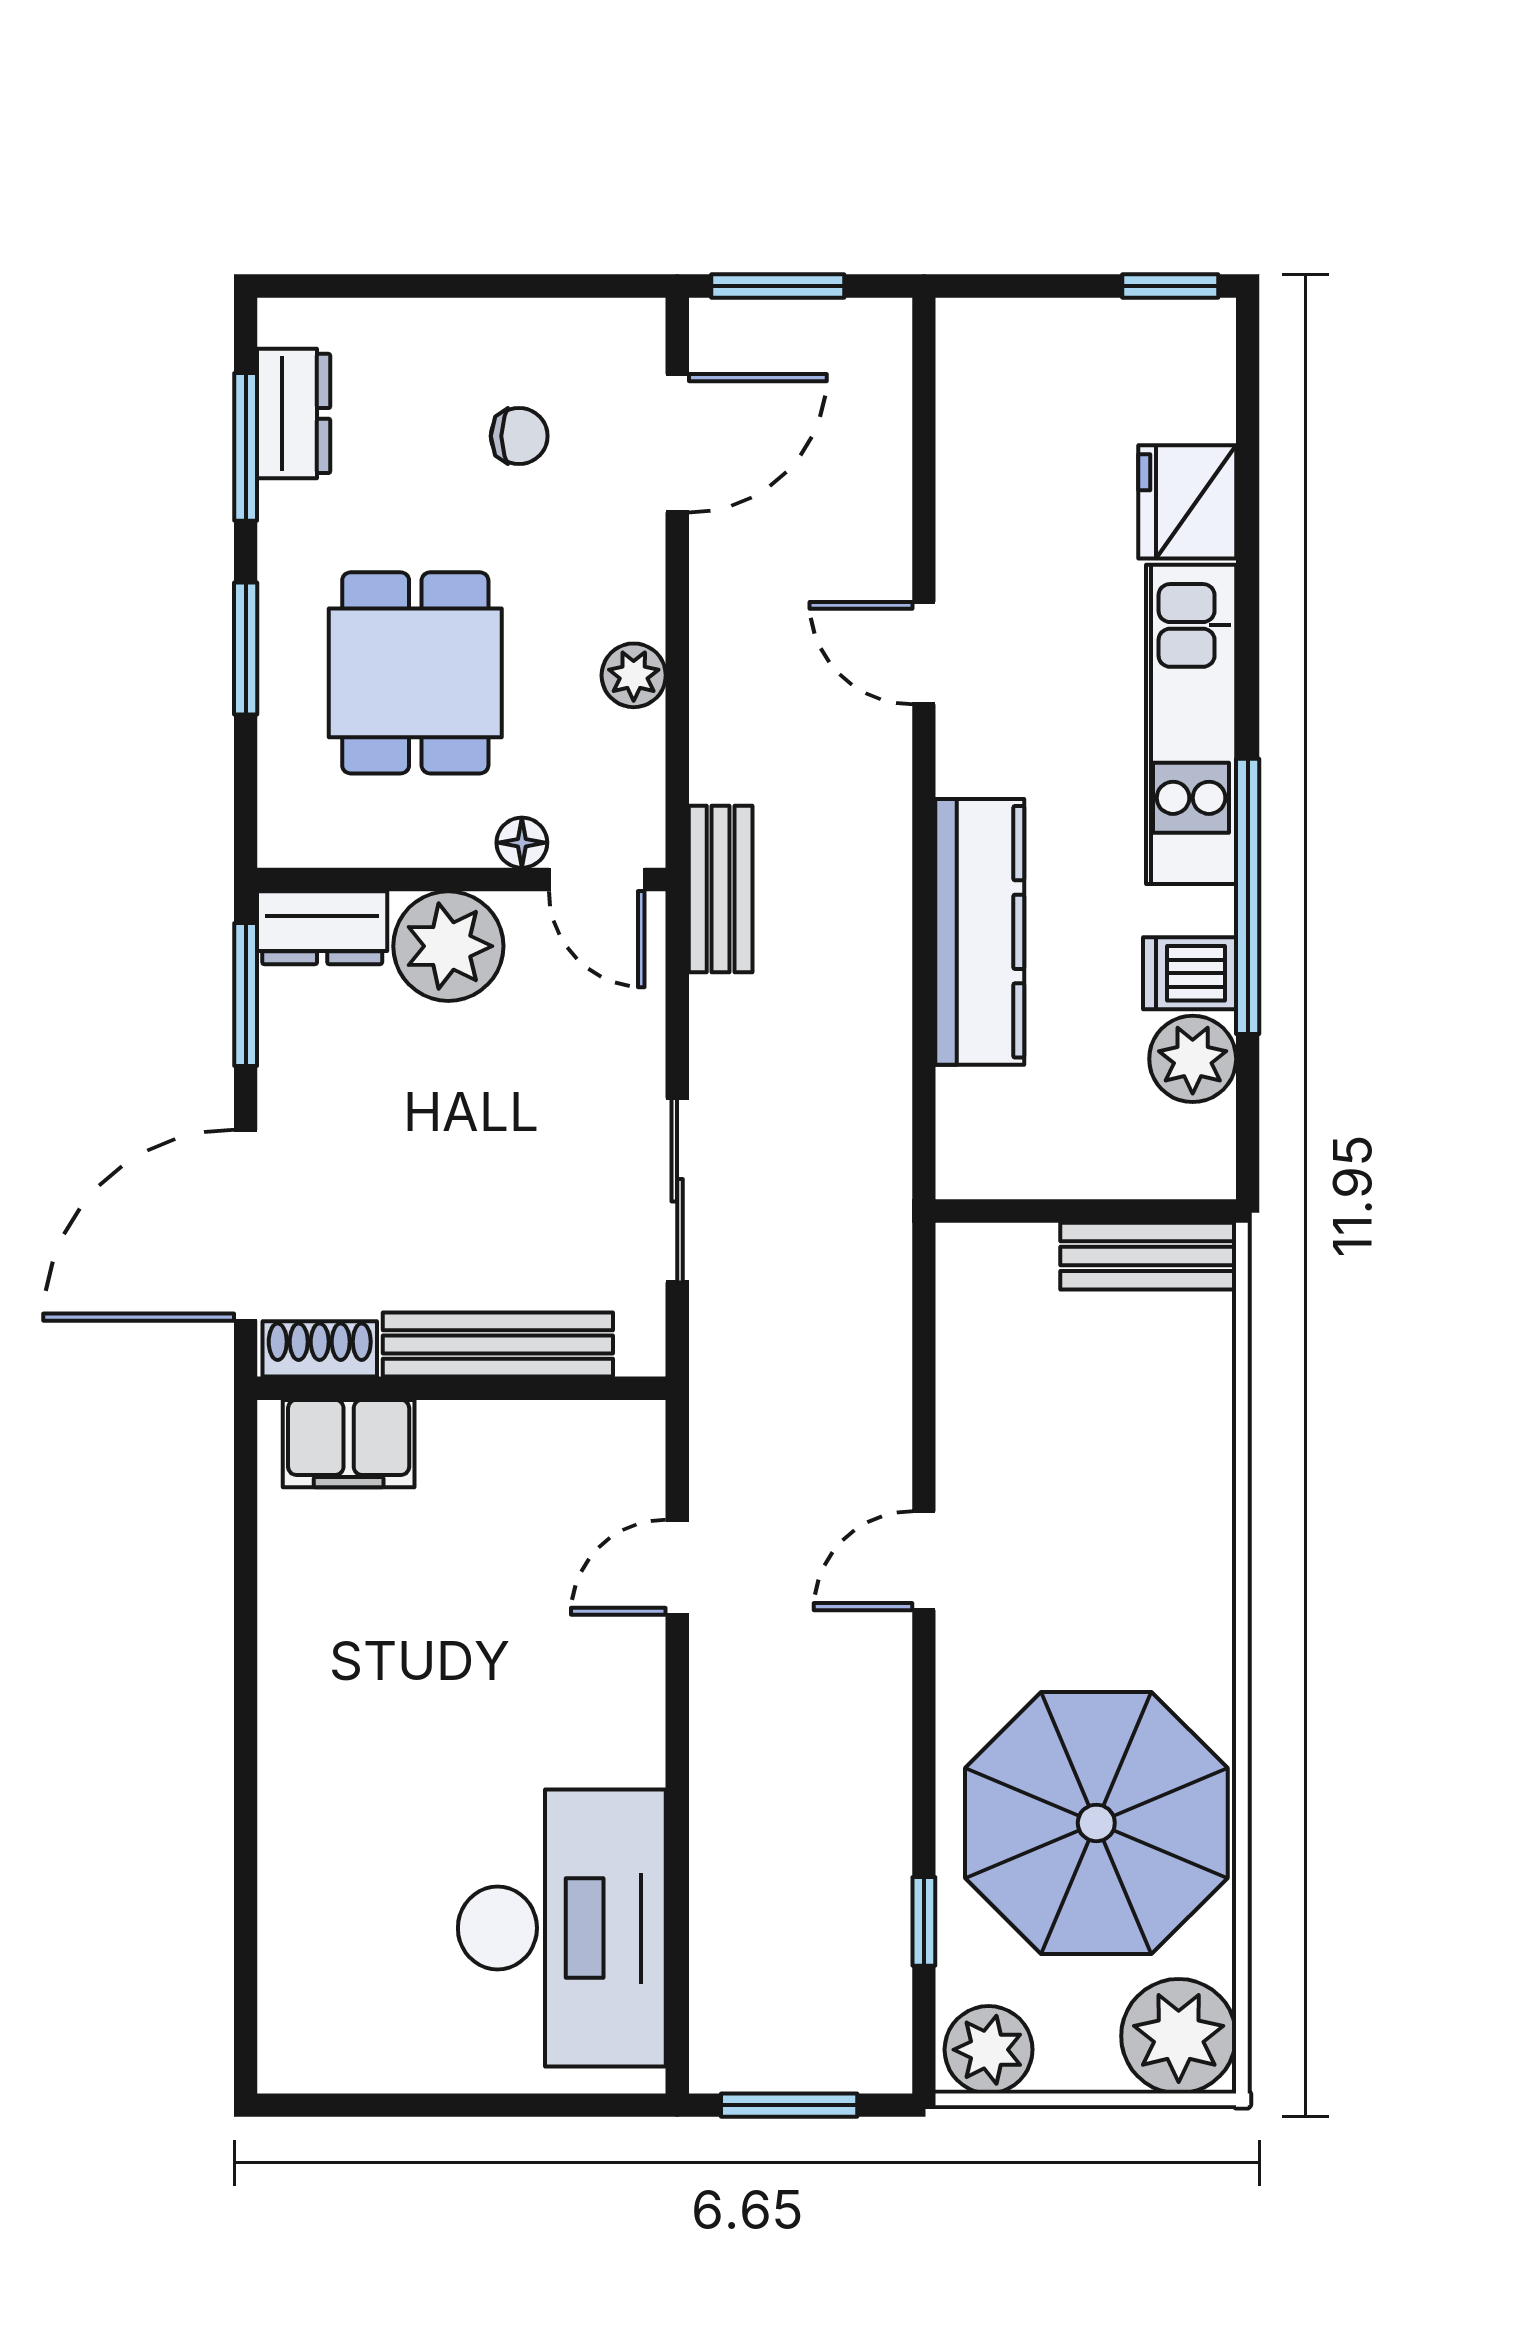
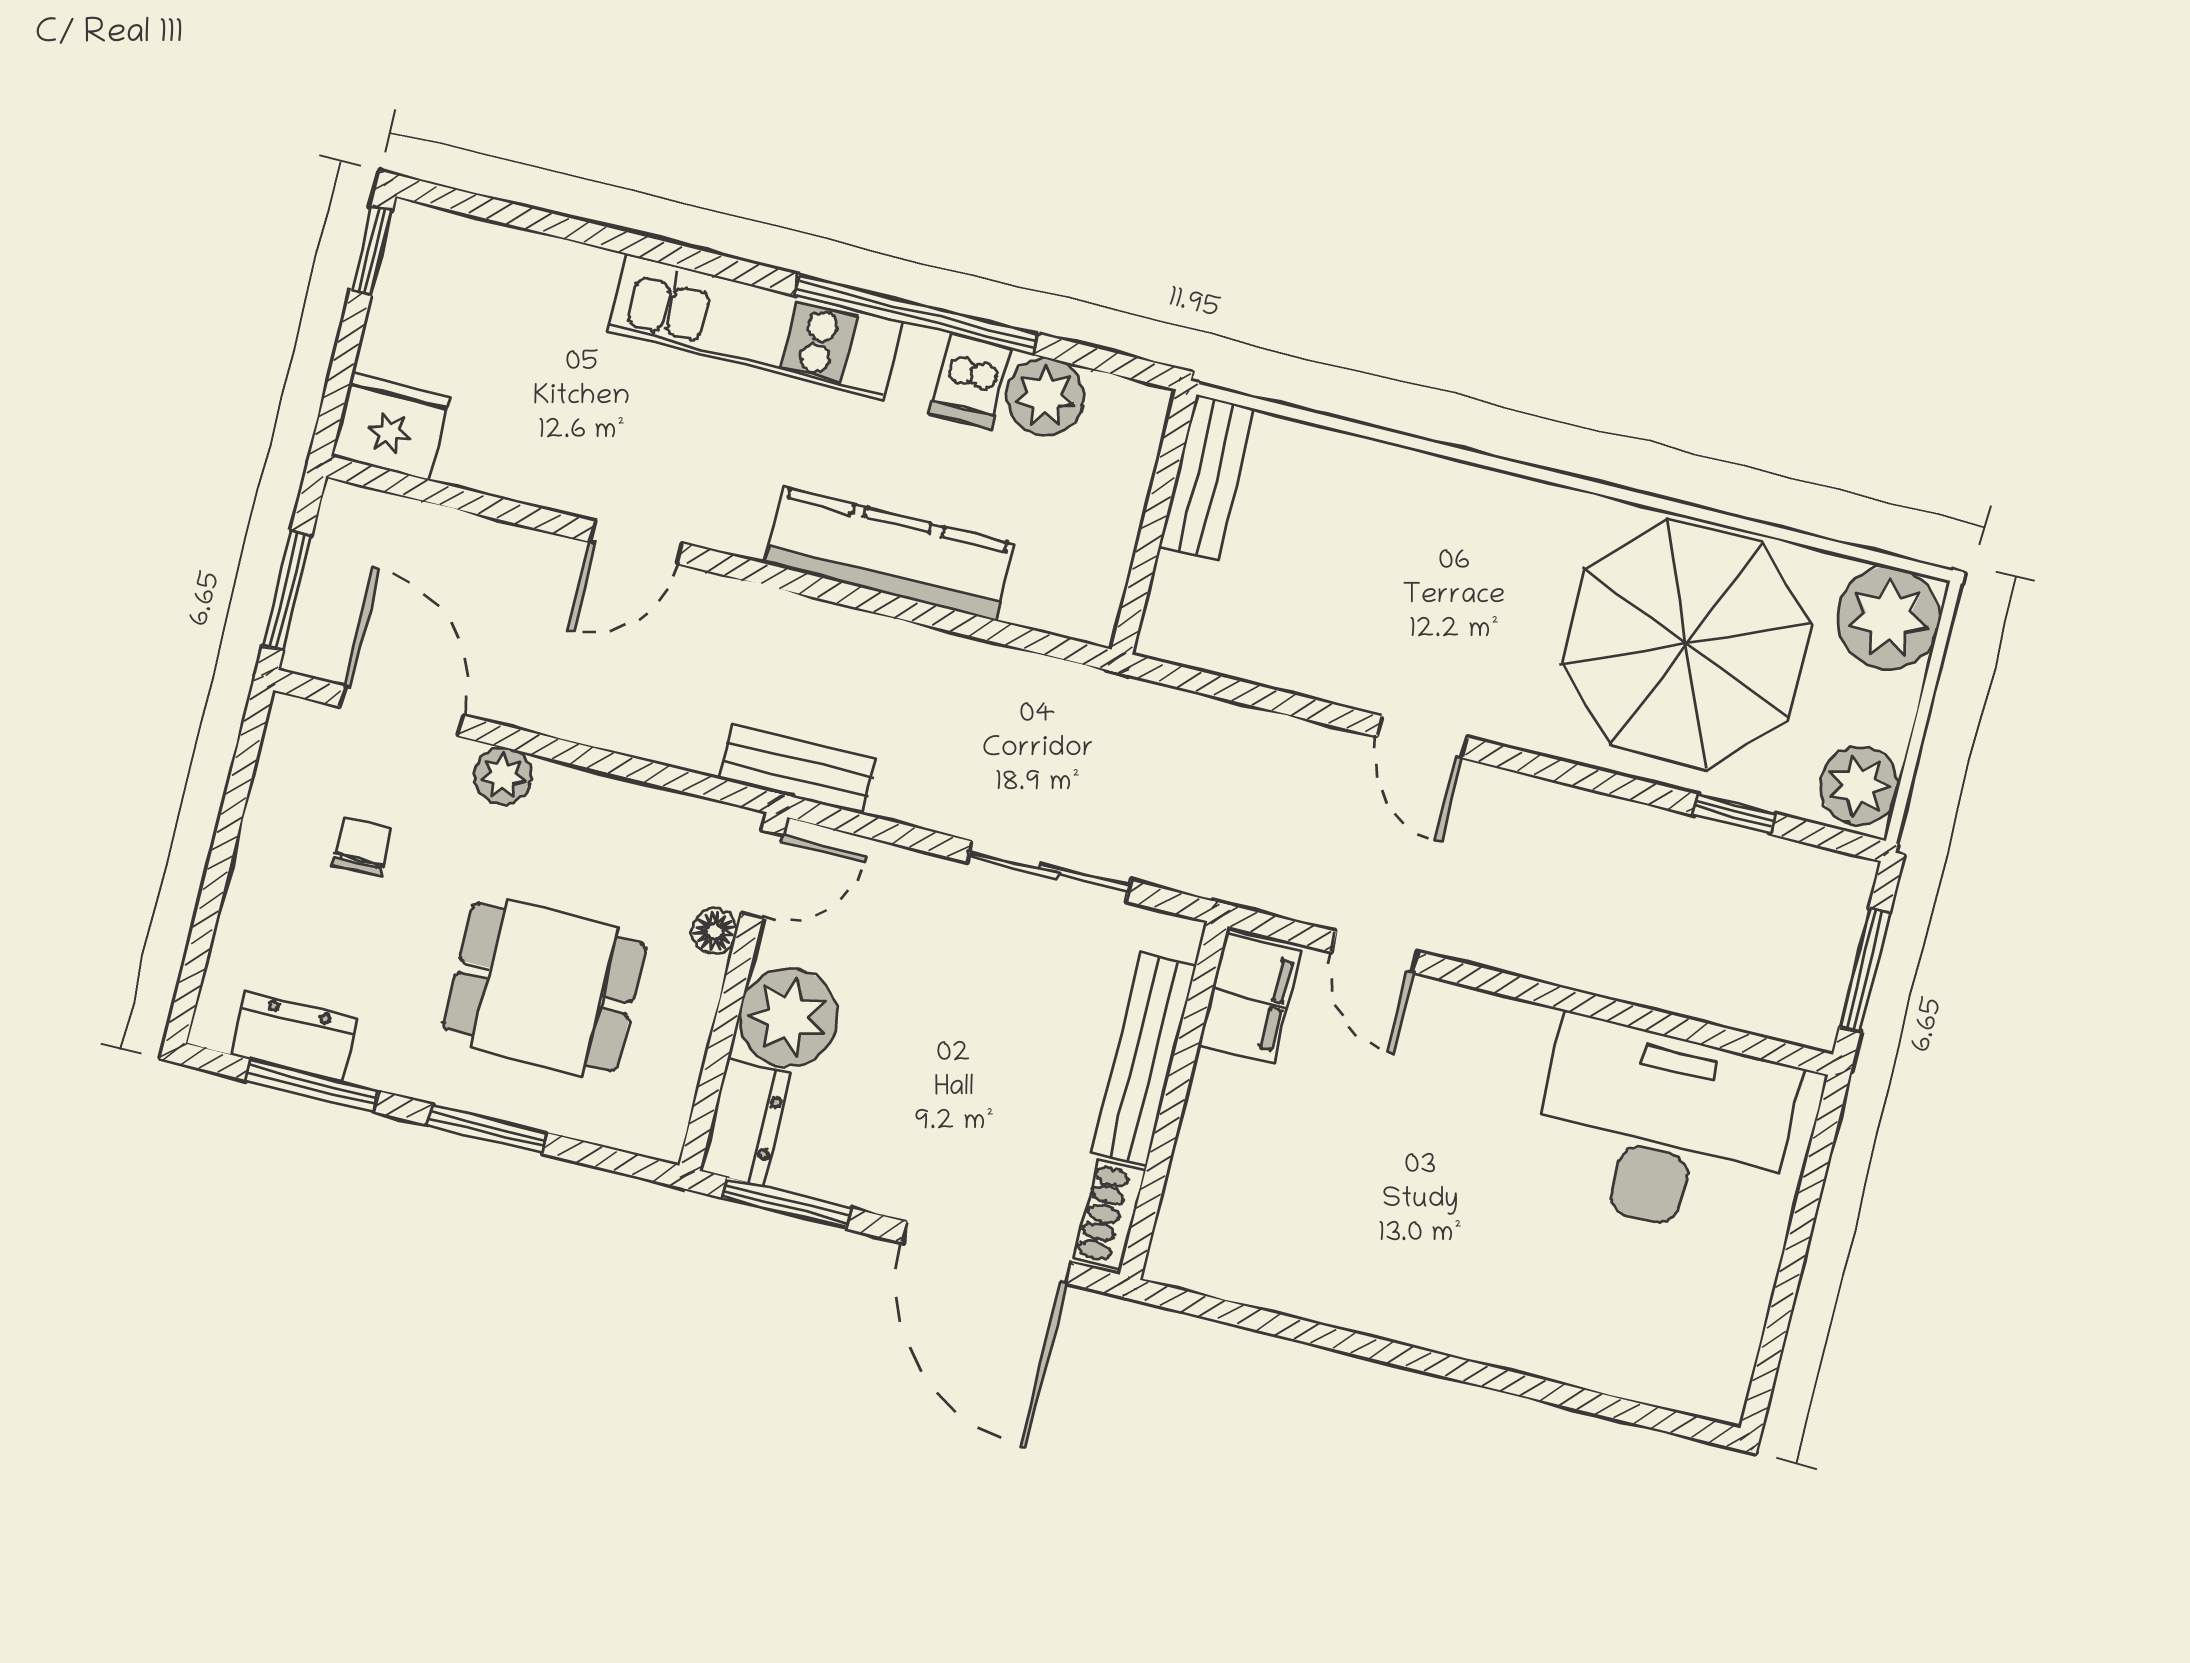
fridge: (1187, 502) -> (391, 426), moved, turned 180
plant: (634, 675) -> (503, 776), moved
filing cabinet: (349, 1444) -> (1250, 998), moved

